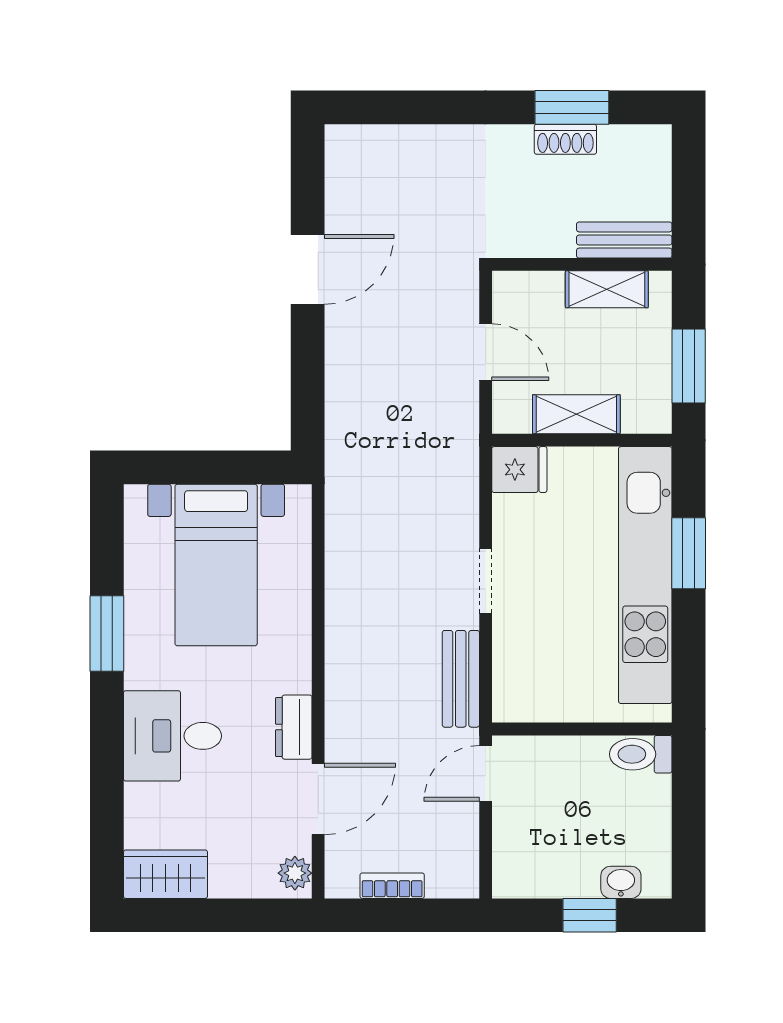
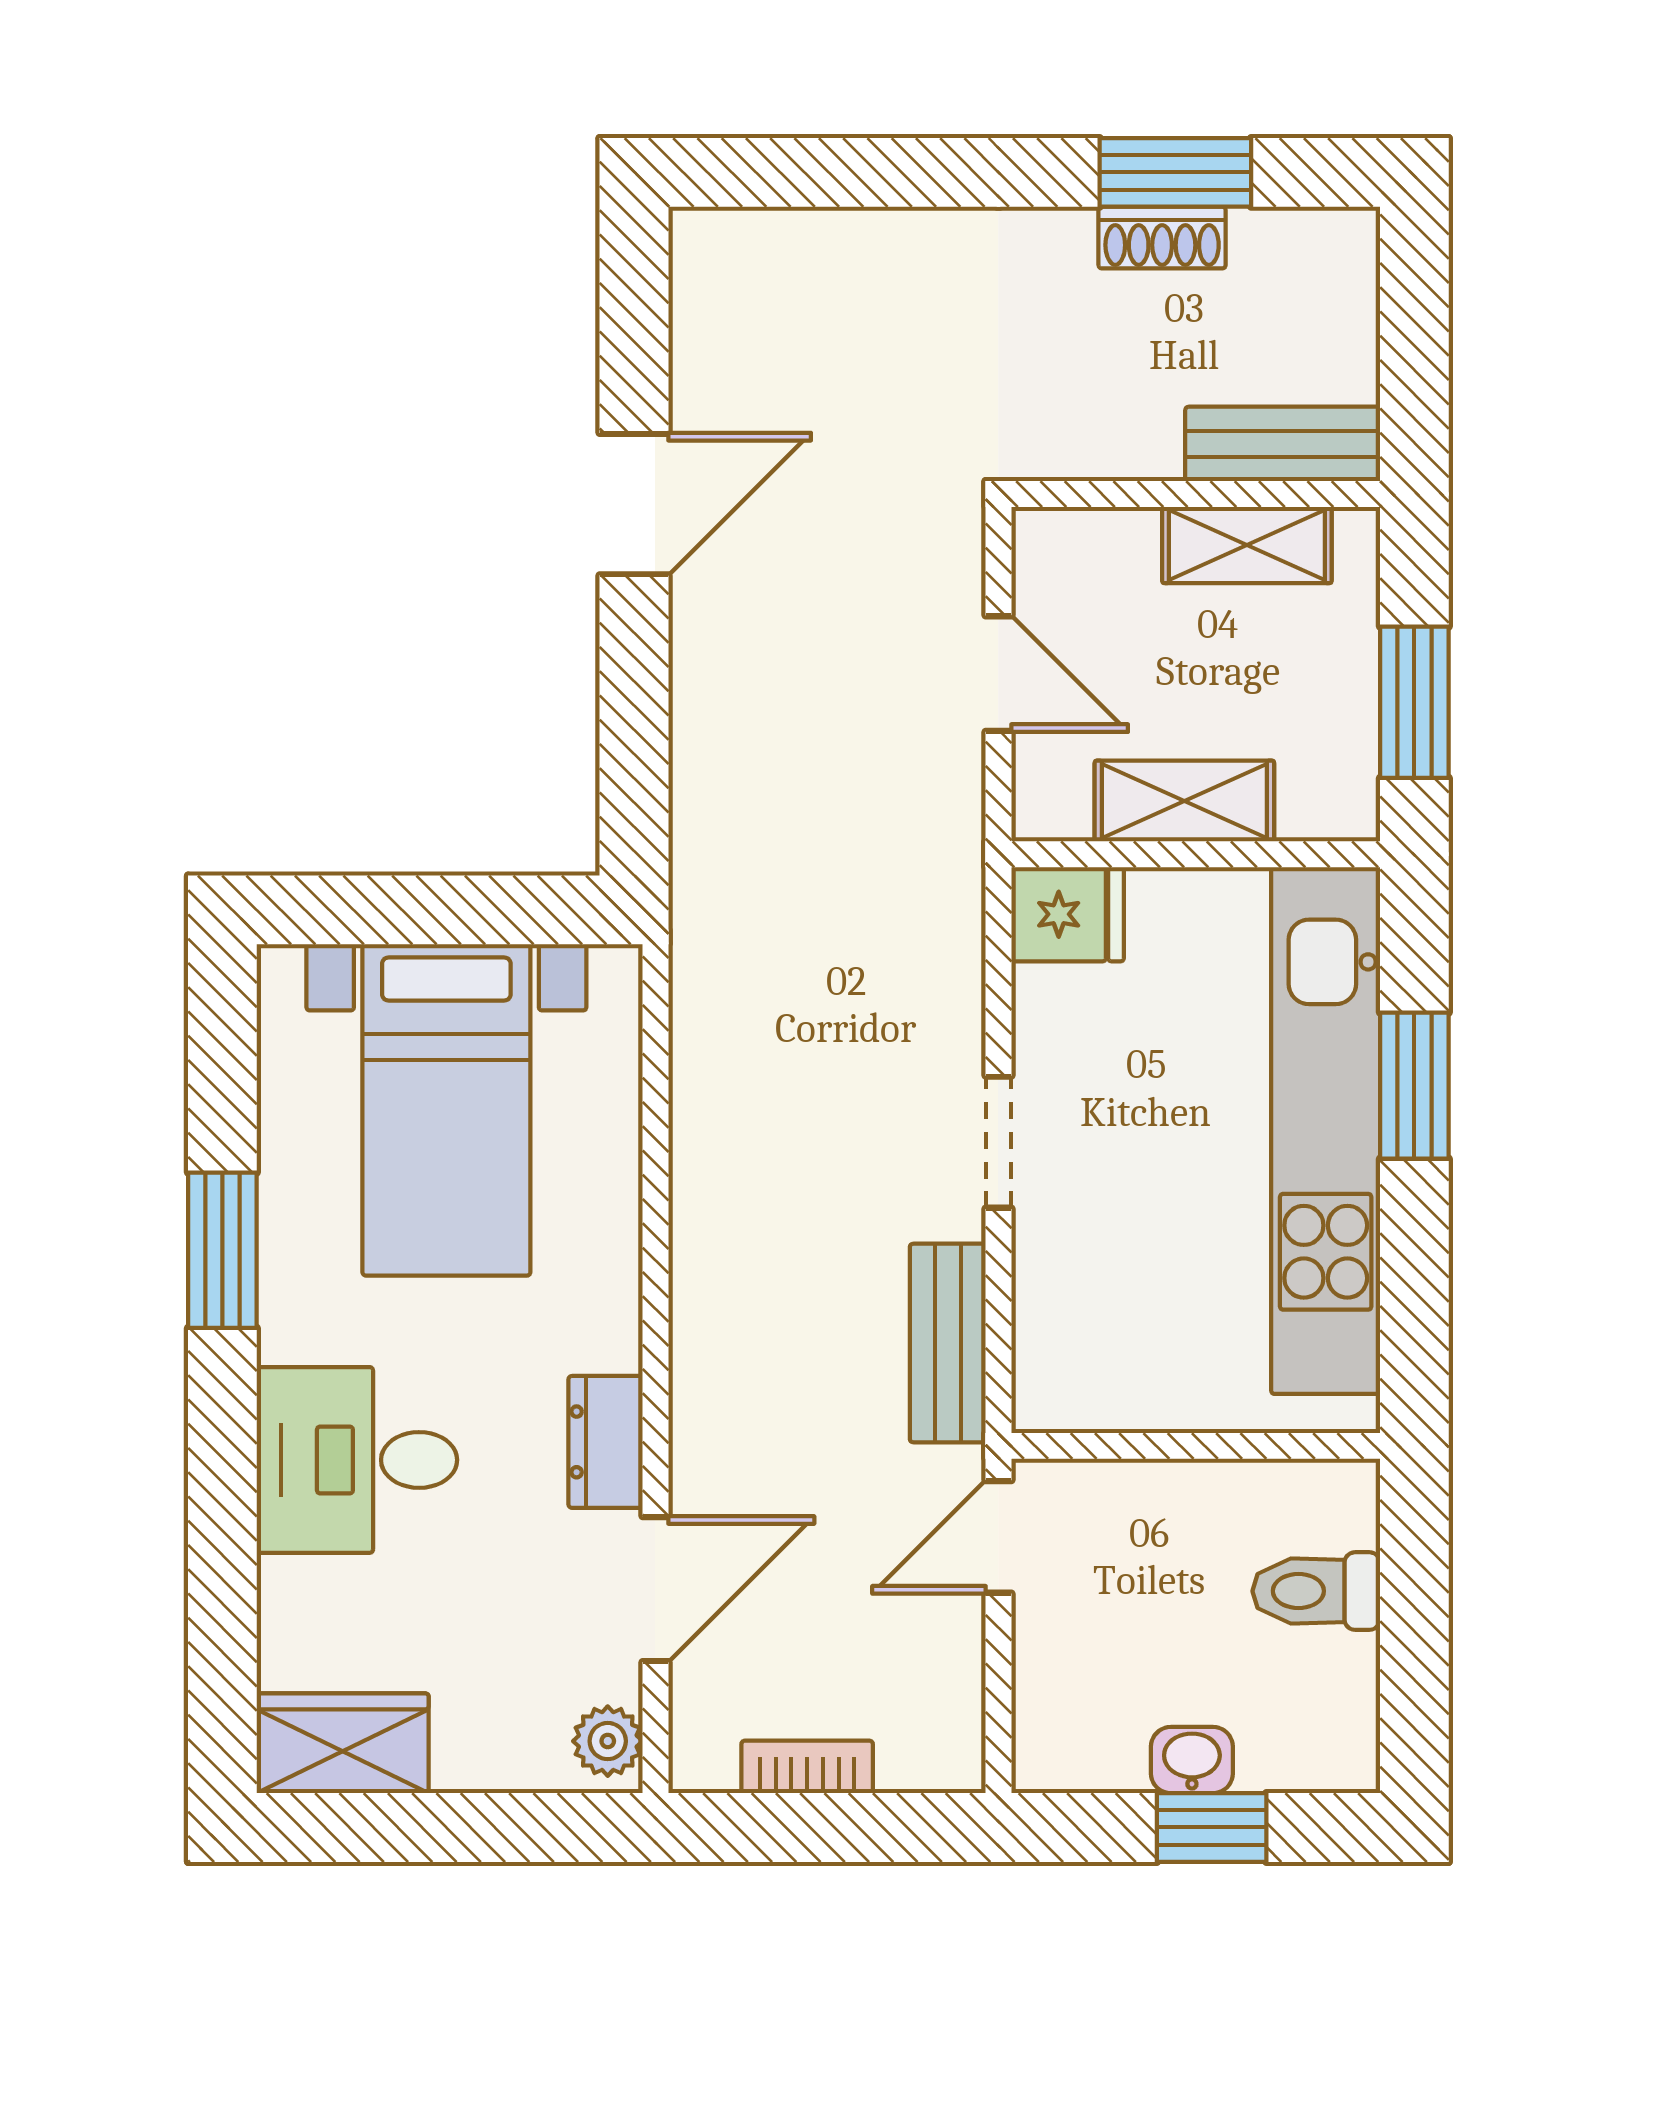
toilet: (641, 754) -> (1316, 1591), moved
washbasin: (621, 882) -> (1192, 1760), moved

